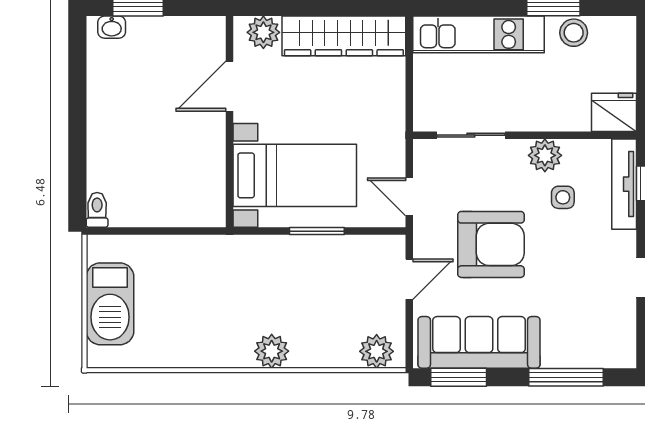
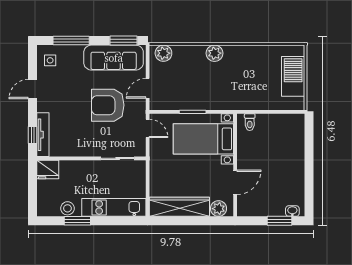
plant: (545, 155) -> (81, 149), removed
side table: (563, 197) -> (50, 60), moved
toilet: (97, 210) -> (250, 122), moved

